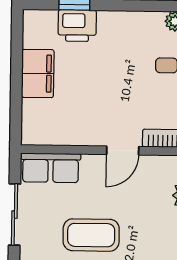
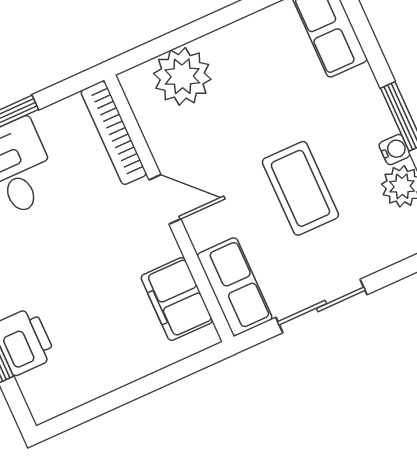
filing cabinet: (38, 73) -> (177, 299), moved, turned -90

